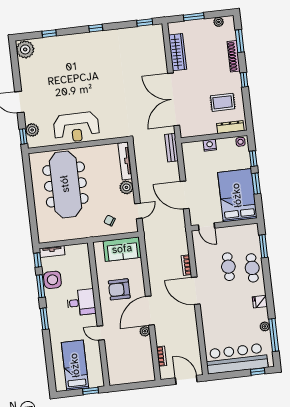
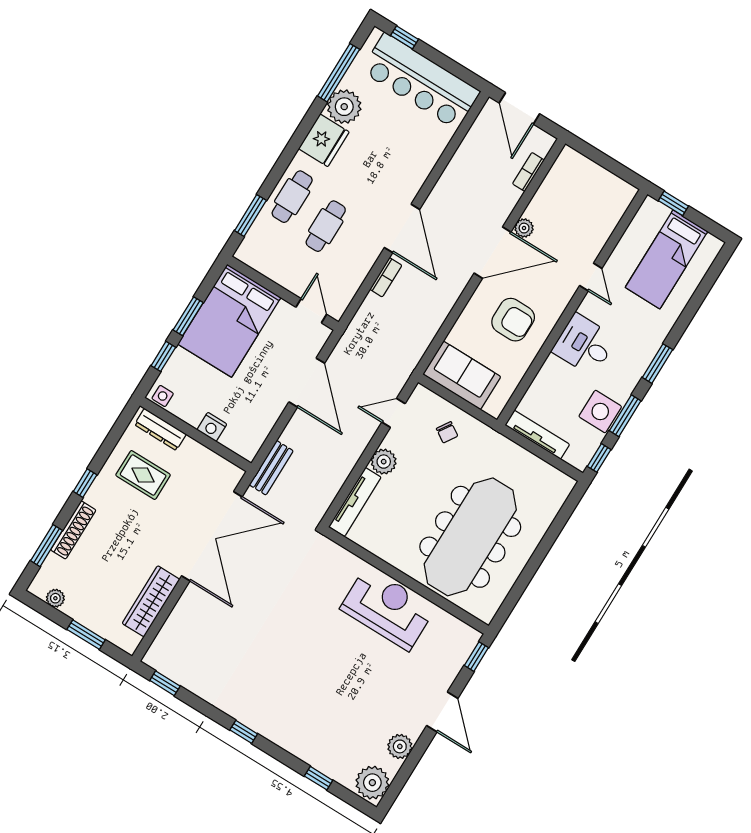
plant: (32, 130) -> (400, 746), moved
tv unit: (52, 252) -> (537, 435), moved, width x1.41
fridge: (260, 302) -> (324, 140), width x1.88, depth x1.34
plant: (265, 326) -> (344, 107), width x1.87, depth x1.87

